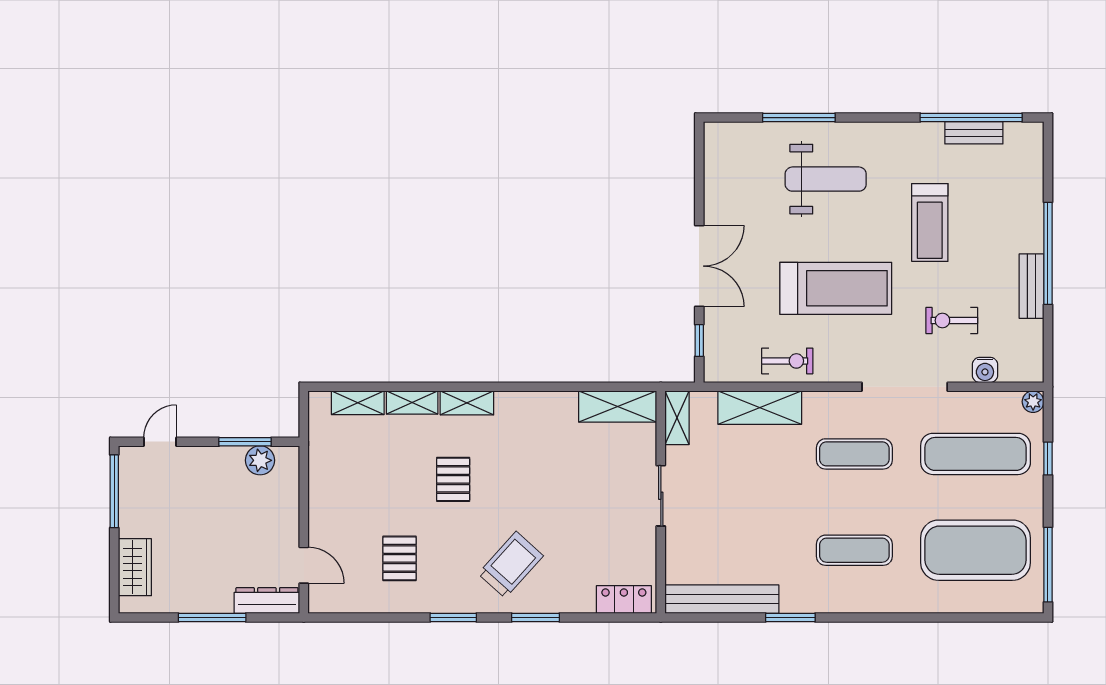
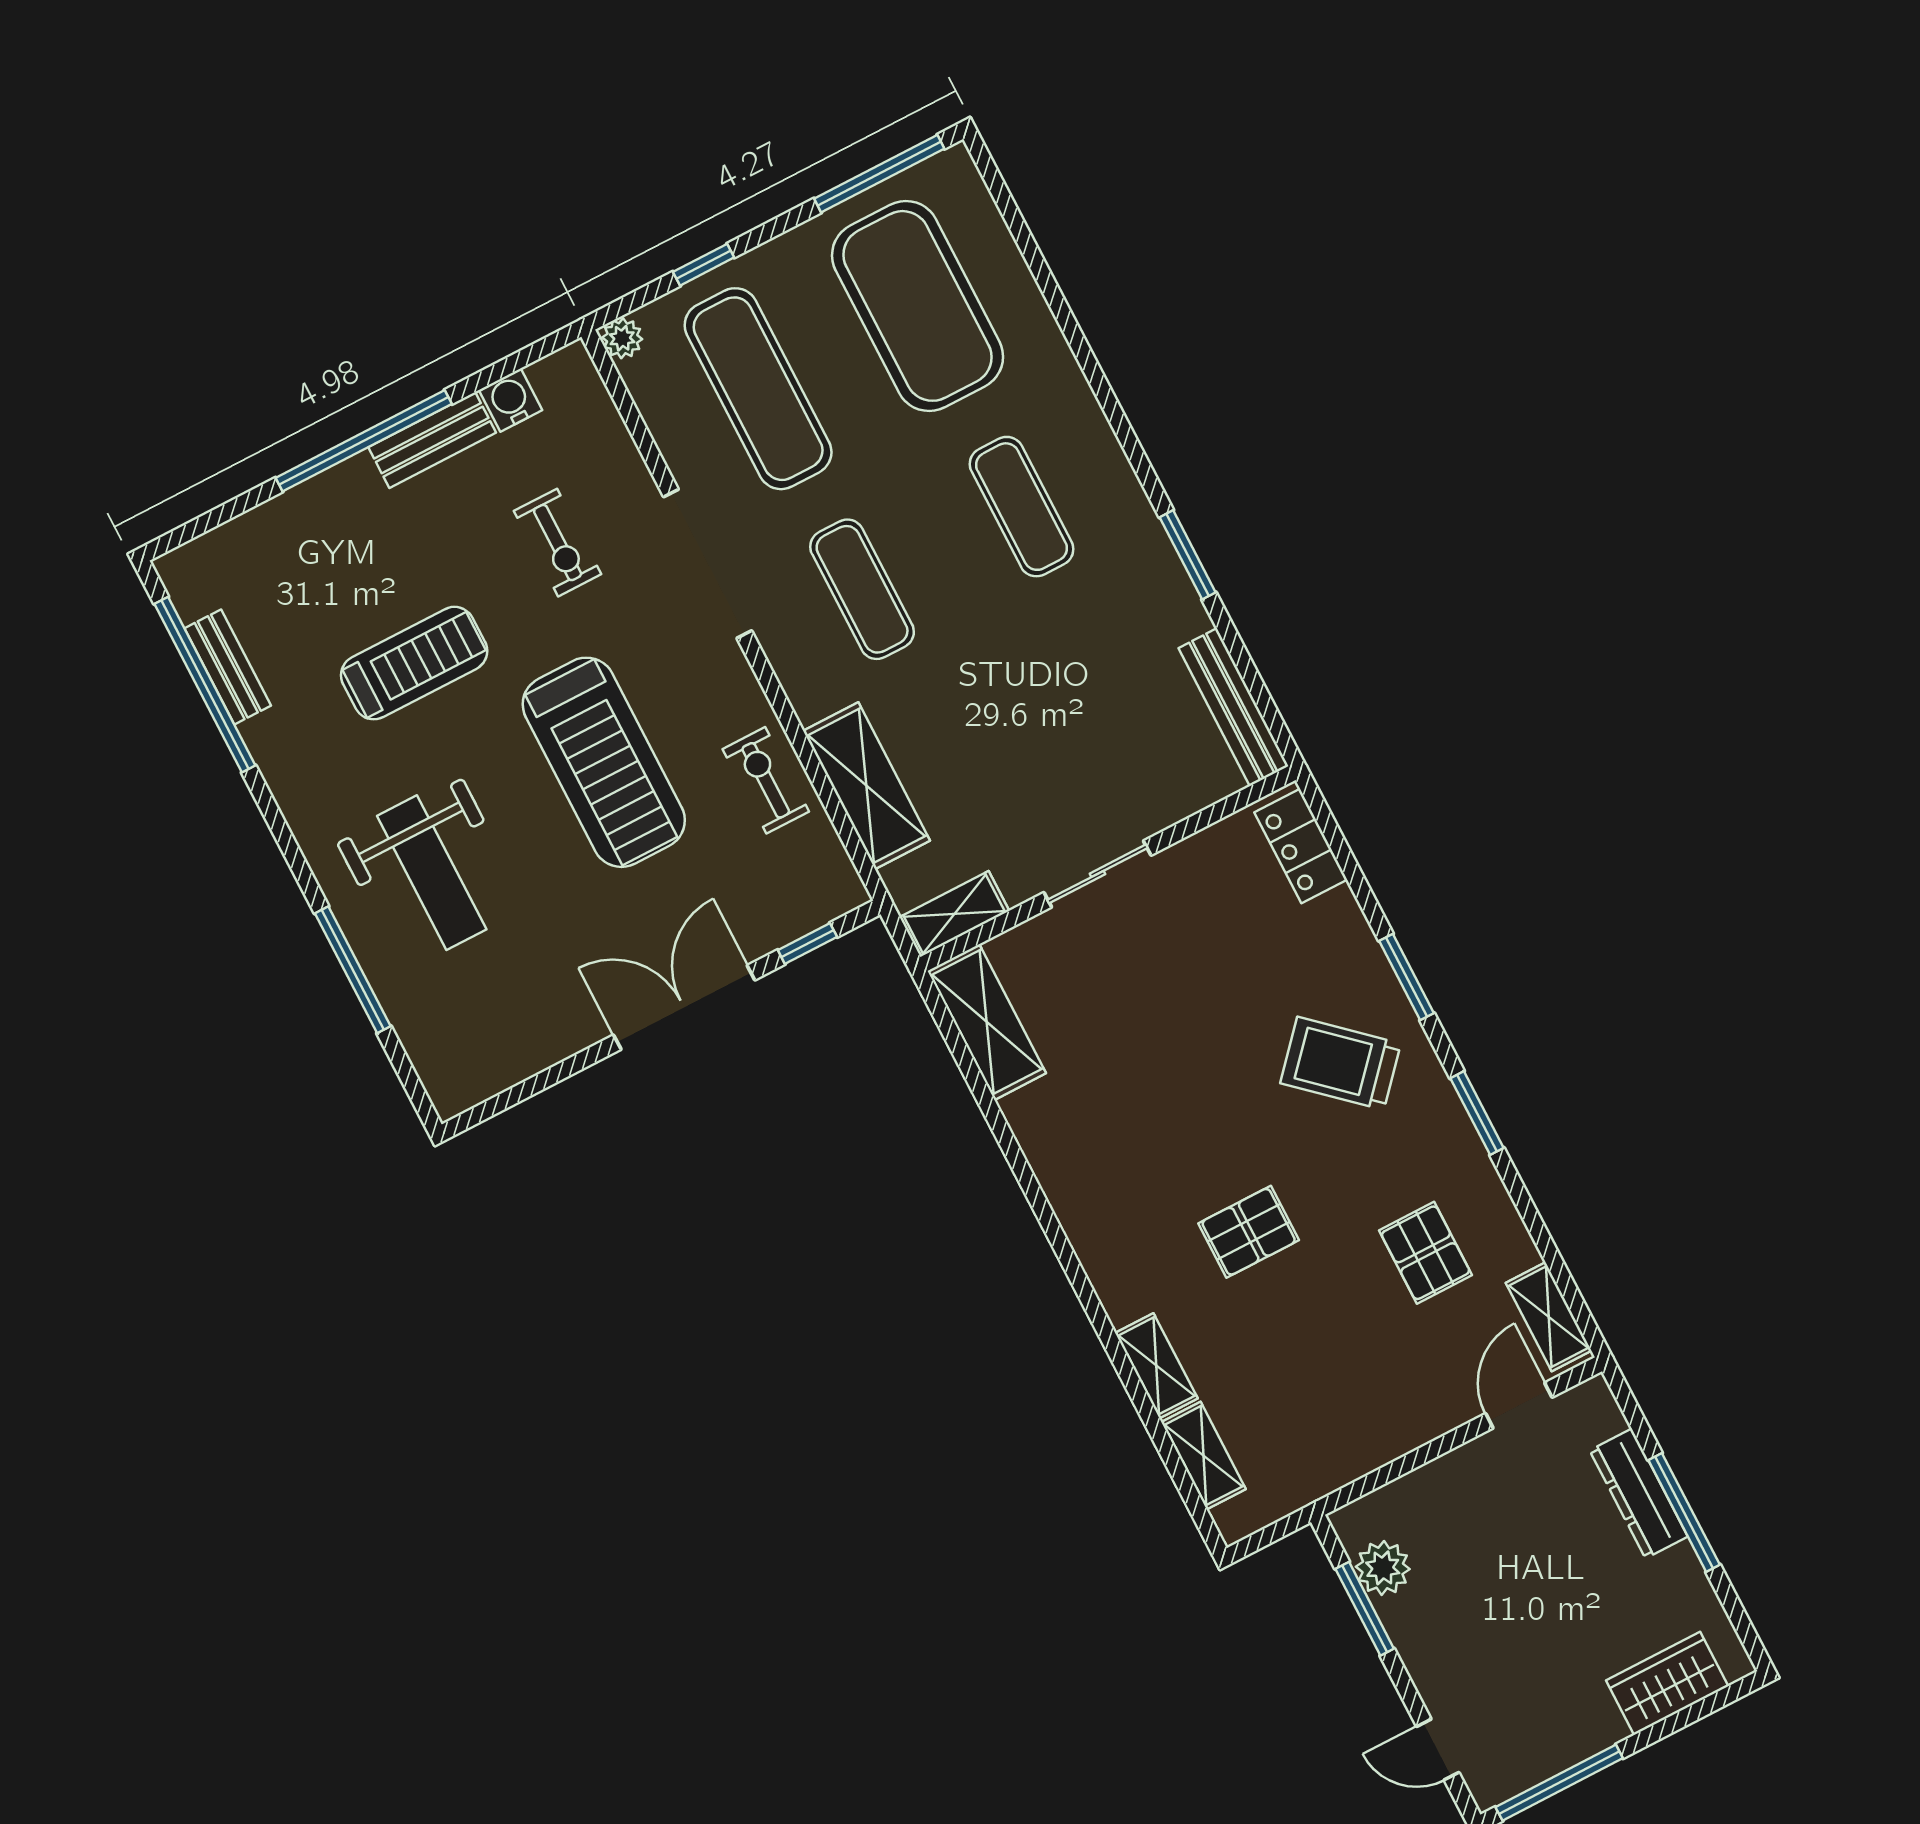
weight bench: (826, 179) -> (432, 873), turned 180
treadmill: (836, 288) -> (604, 762), turned 180
water cooler: (985, 370) -> (510, 400), moved, turned -90
shelving: (467, 403) -> (1549, 1317), moved
pallet: (400, 558) -> (1426, 1253), turned 90
bench: (722, 599) -> (1233, 707), width x0.73, depth x0.82
dresser: (267, 600) -> (1639, 1494), moved

